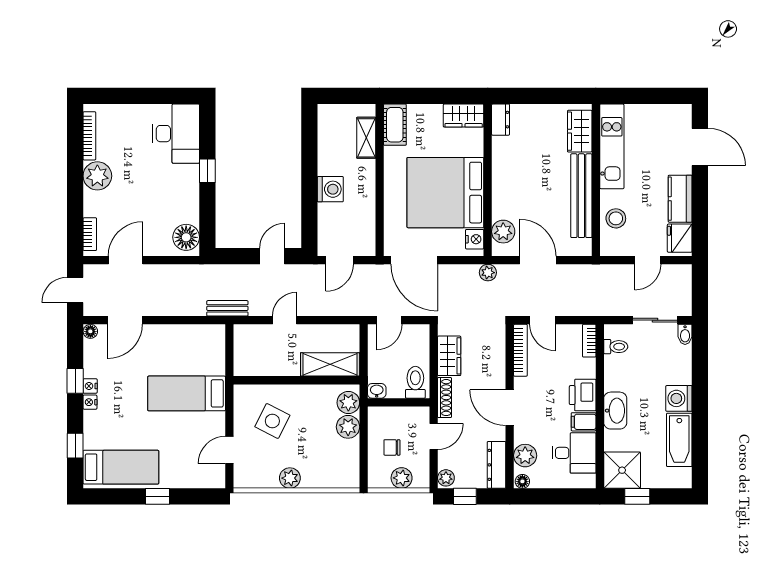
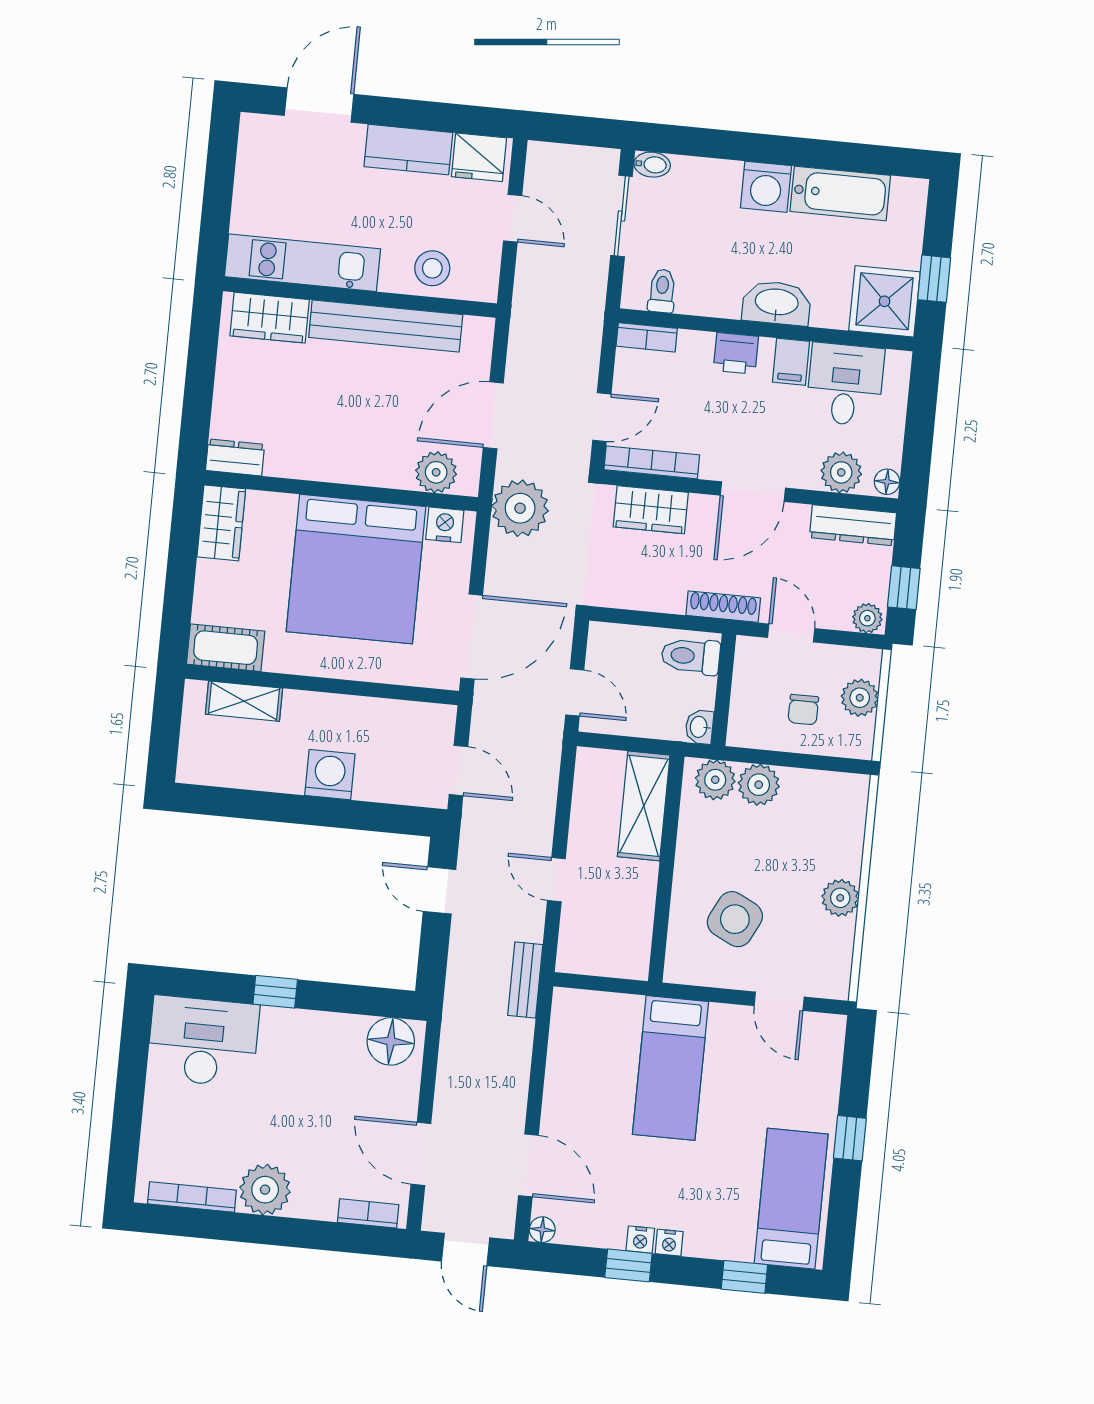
plant: (488, 273) -> (520, 508), width x1.88, depth x1.88
wardrobe: (449, 356) -> (651, 510), moved, turned 180
printer: (583, 395) -> (736, 353), width x0.73, depth x0.81

